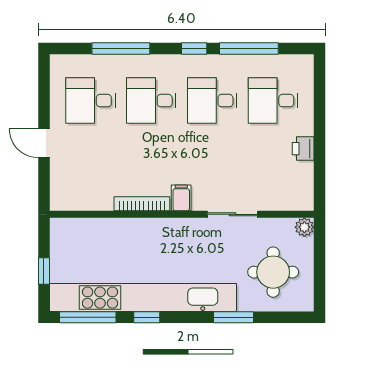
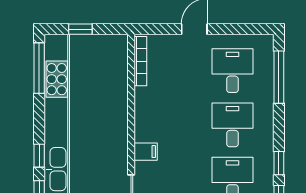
window: (121, 48) -> (279, 77), moved
bookcase: (142, 204) -> (140, 61), moved
window: (147, 317) -> (39, 156), moved

